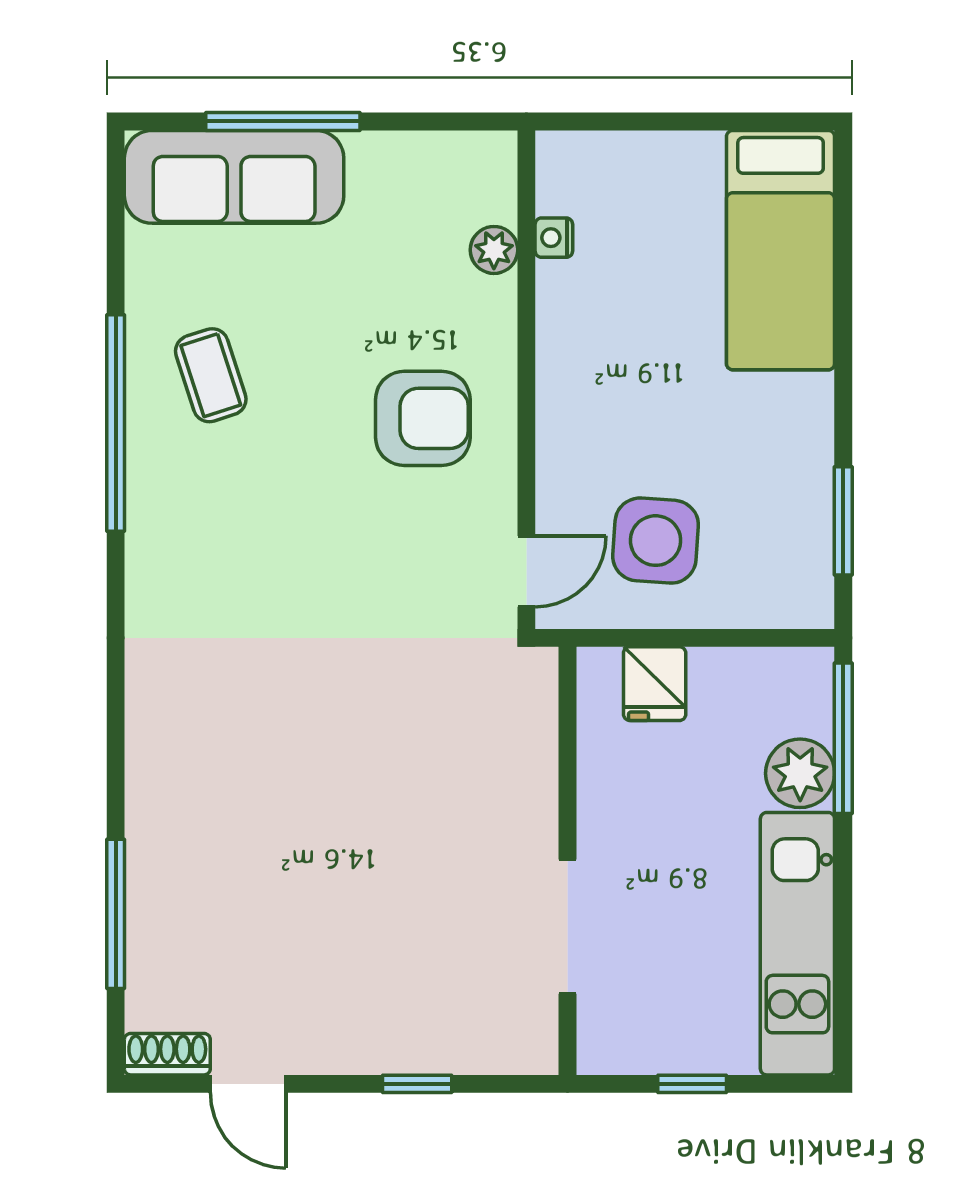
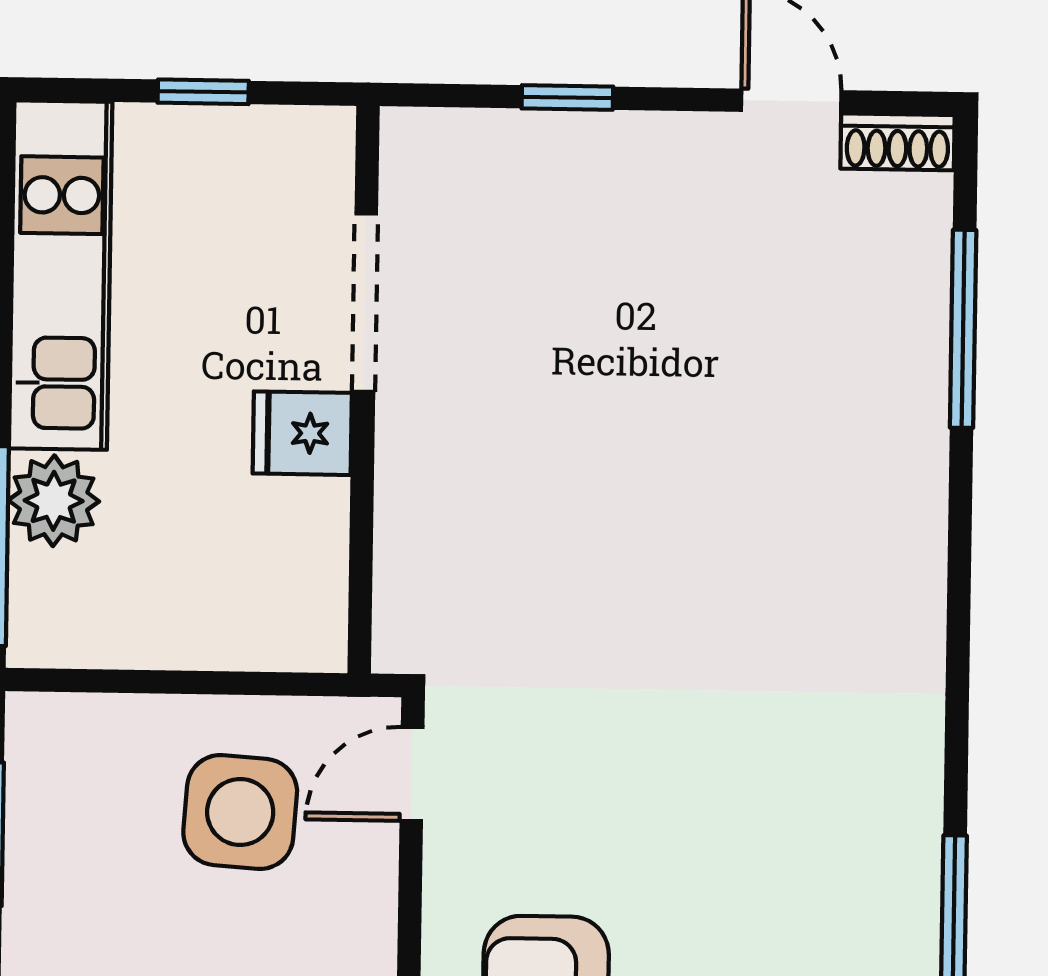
fridge: (655, 684) -> (302, 433), moved, turned -90

